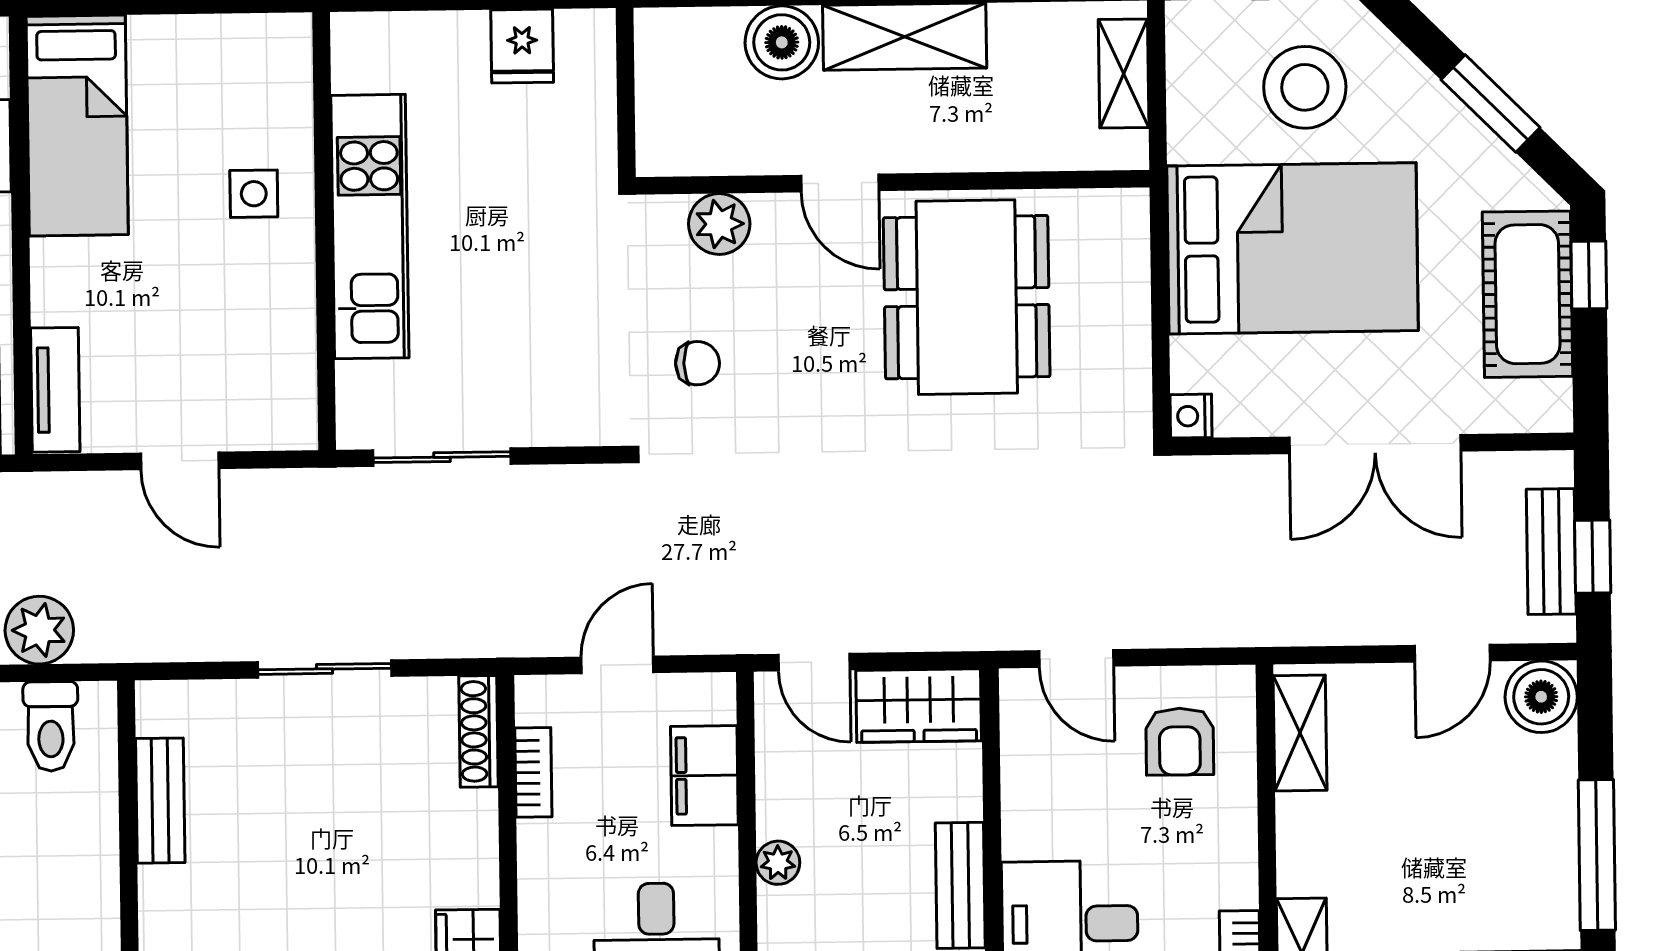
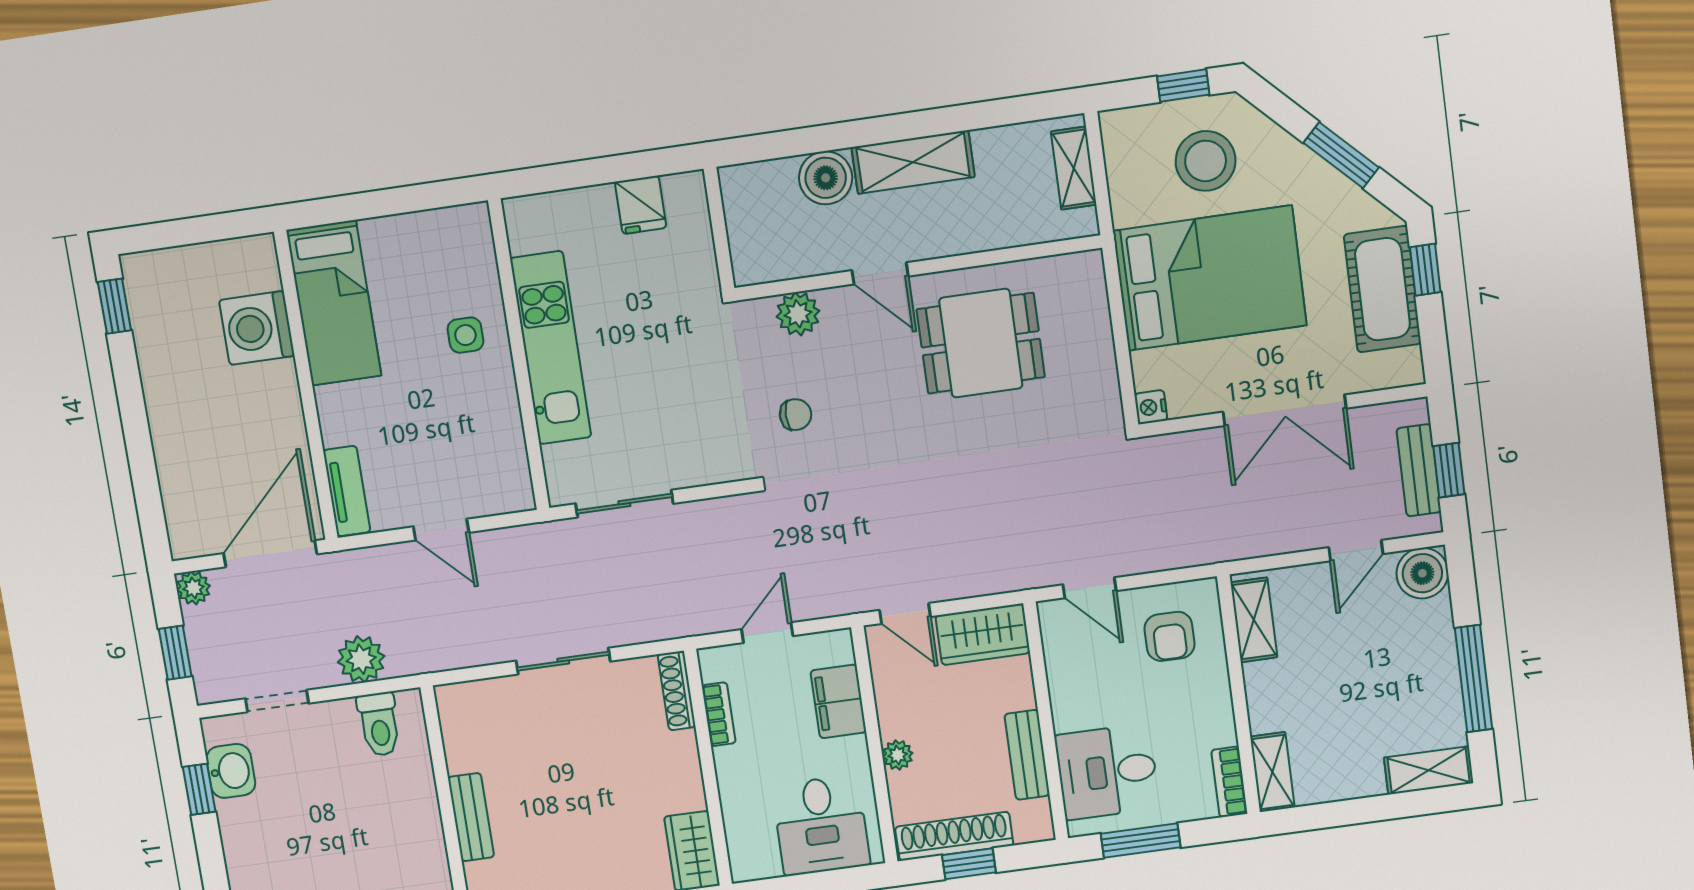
dining table: (967, 297) -> (981, 343), width x0.73
bench: (160, 801) -> (471, 817), moved

